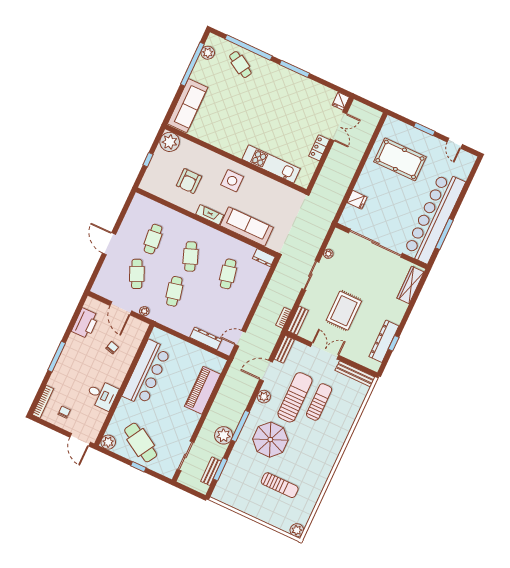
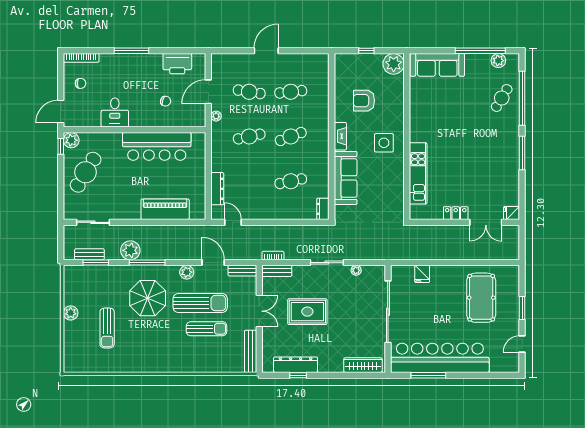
cafe table: (137, 274) -> (249, 92), turned 33
window: (138, 467) -> (61, 146), moved
plant: (297, 530) -> (71, 313), moved

